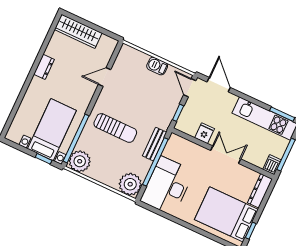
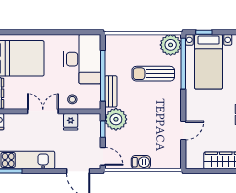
sun lounger: (115, 128) -> (153, 74), moved
stool: (193, 153) -> (72, 99), added
double door: (226, 155) -> (43, 111), swing flipped
plant: (130, 184) -> (116, 119), moved

